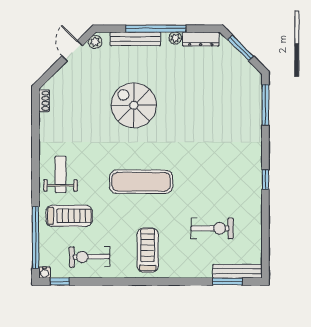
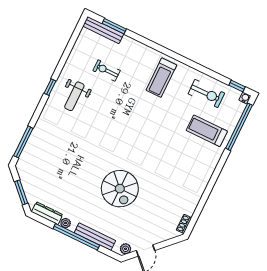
weight bench: (61, 174) -> (74, 96), moved
exercise mat: (141, 182) -> (142, 130), removed
exercise bike: (212, 228) -> (106, 70), width x0.73, depth x0.72

